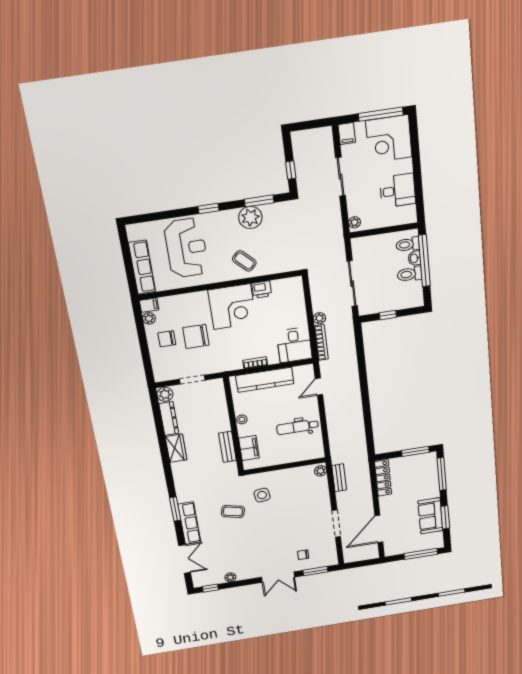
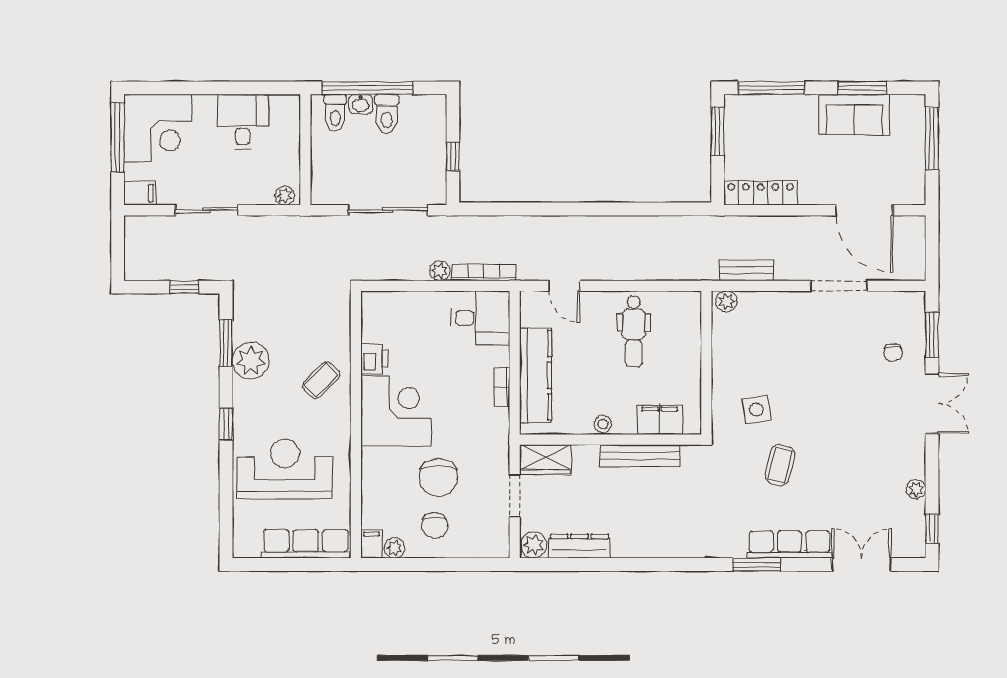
bench: (227, 447) -> (640, 456), width x1.36
wardrobe: (176, 448) -> (545, 459), moved, turned 180

